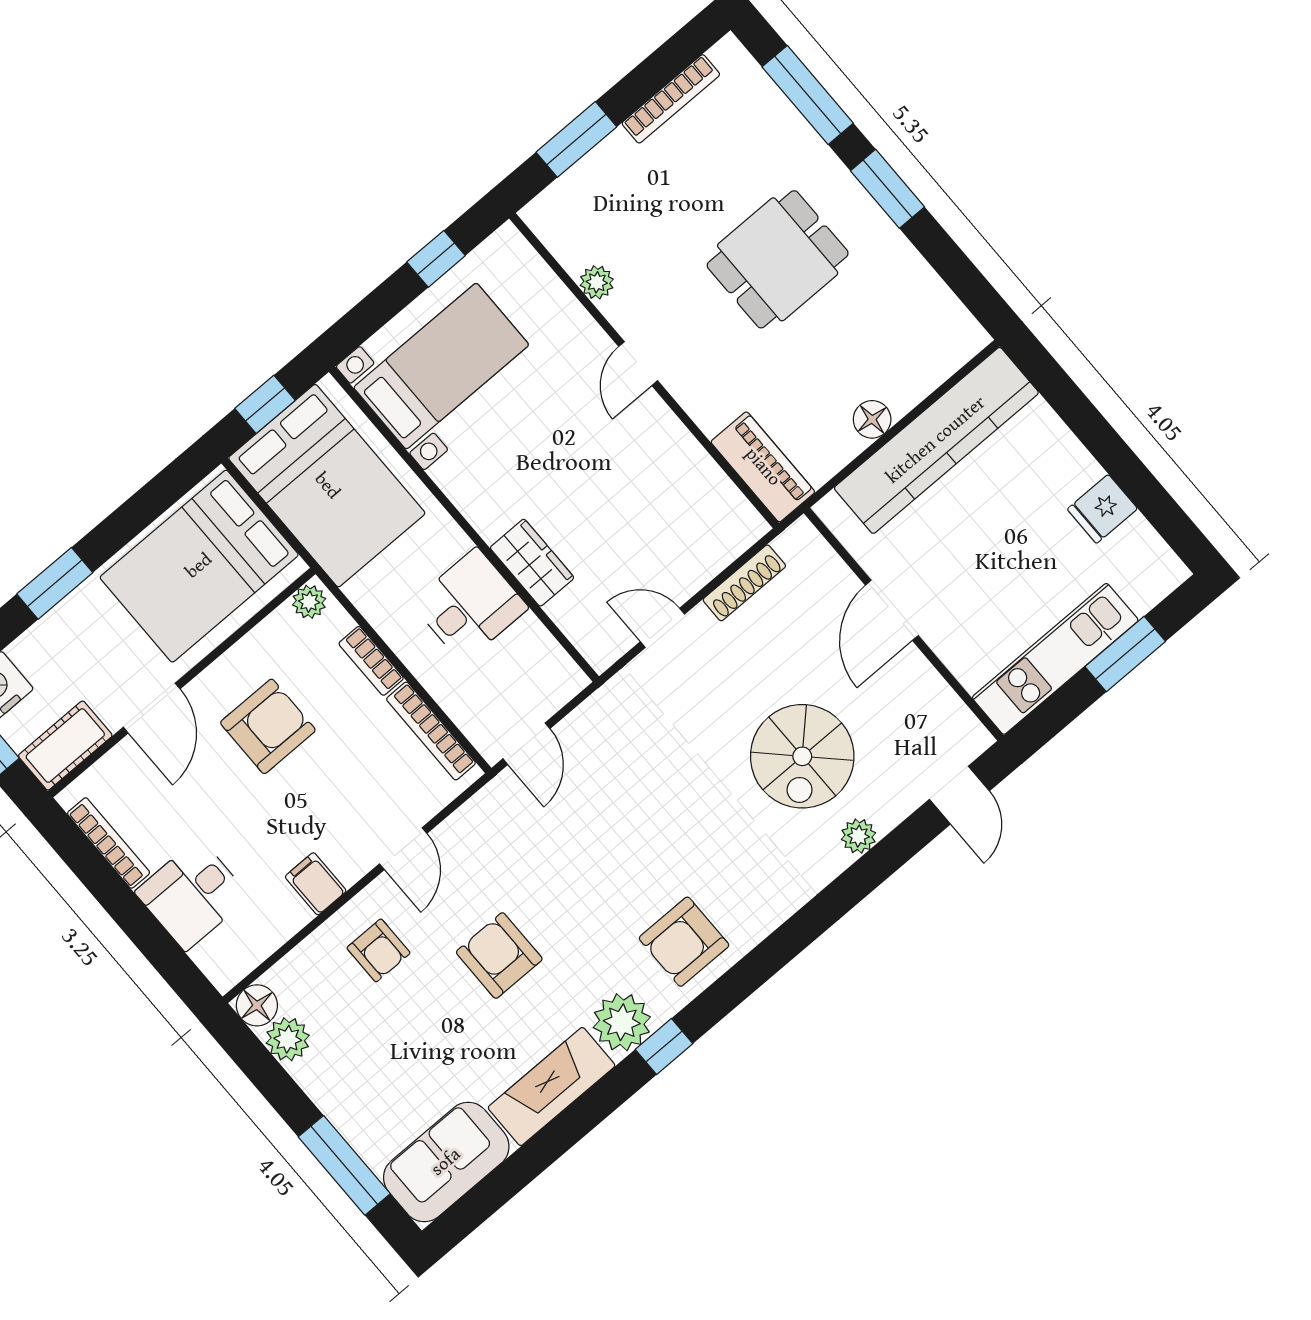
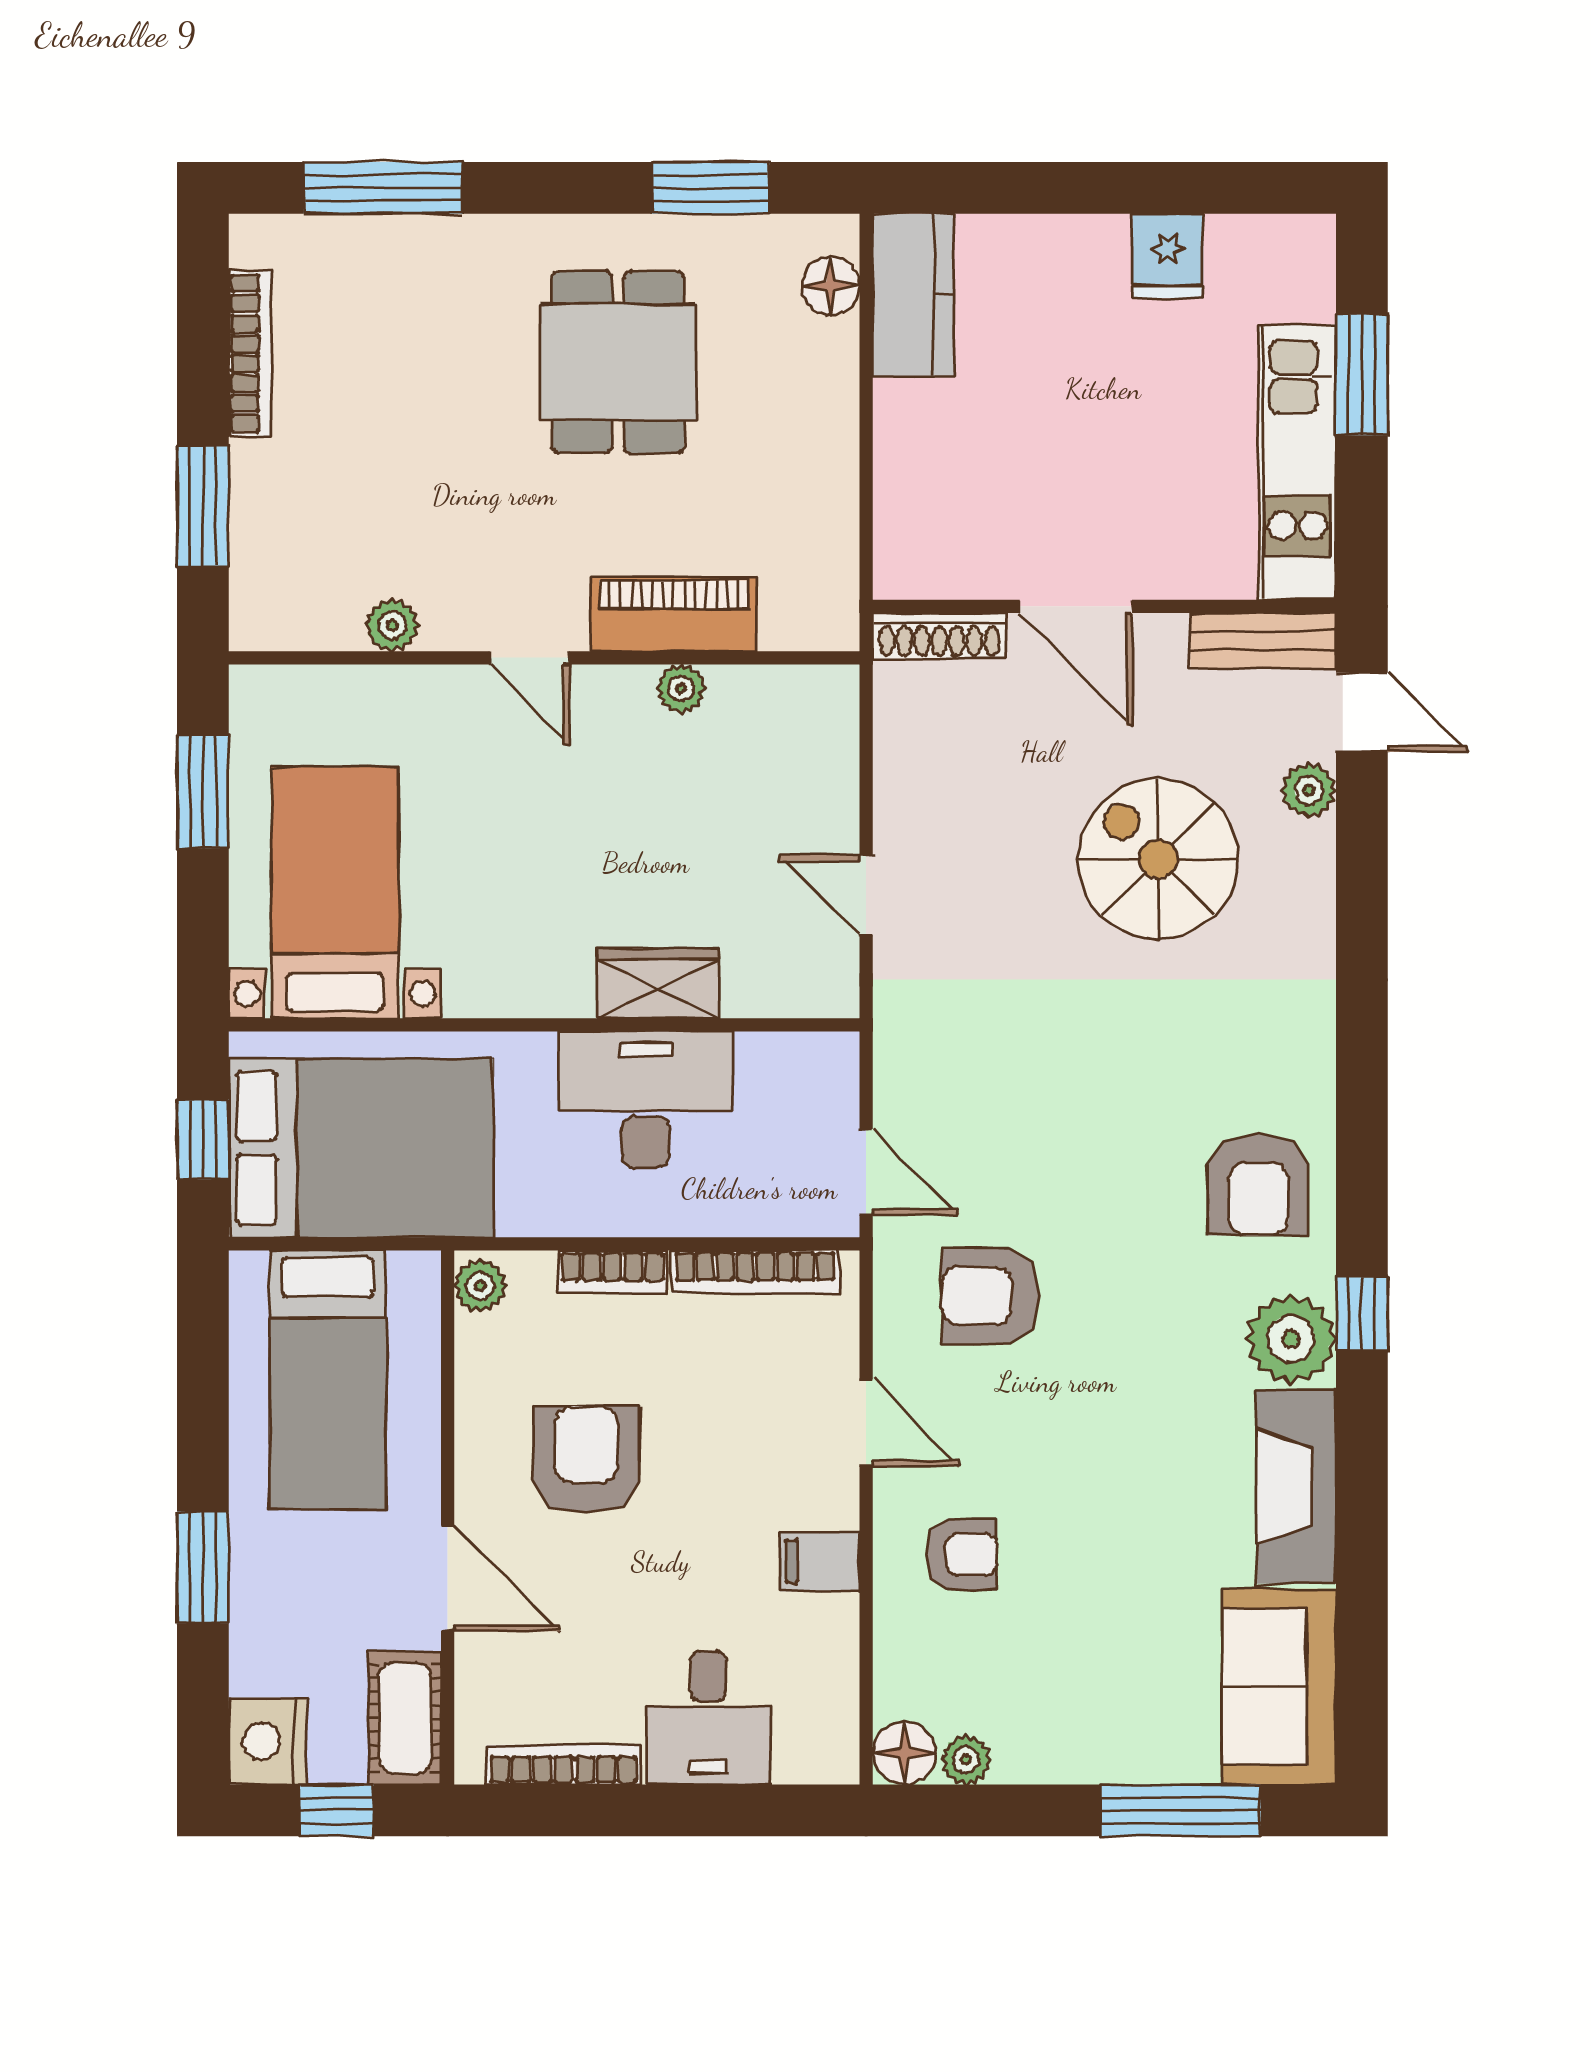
window: (888, 189) -> (711, 188), moved
window: (436, 259) -> (203, 791), width x1.50
dining table: (778, 259) -> (618, 362), moved
floor lamp: (872, 419) -> (831, 286), moved
kitchen counter: (936, 440) -> (913, 295), width x0.48, depth x0.86
plant: (686, 451) -> (681, 689), added
piano: (763, 467) -> (674, 614), moved
bed: (199, 566) -> (328, 1380), width x0.67
shoe rack: (744, 583) -> (939, 636), moved, turned 90
desk: (470, 605) -> (646, 1100), width x1.37
door: (662, 628) -> (866, 895), hinge flipped
bench: (953, 717) -> (1263, 641), added
spiral stairs: (802, 756) -> (1158, 859), turned 180
plant: (858, 836) -> (1309, 790), moved
armchair: (499, 956) -> (990, 1296), moved
plant: (288, 1039) -> (966, 1760), width x0.73, depth x0.73

